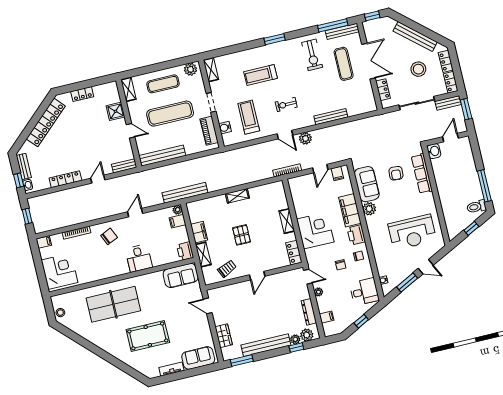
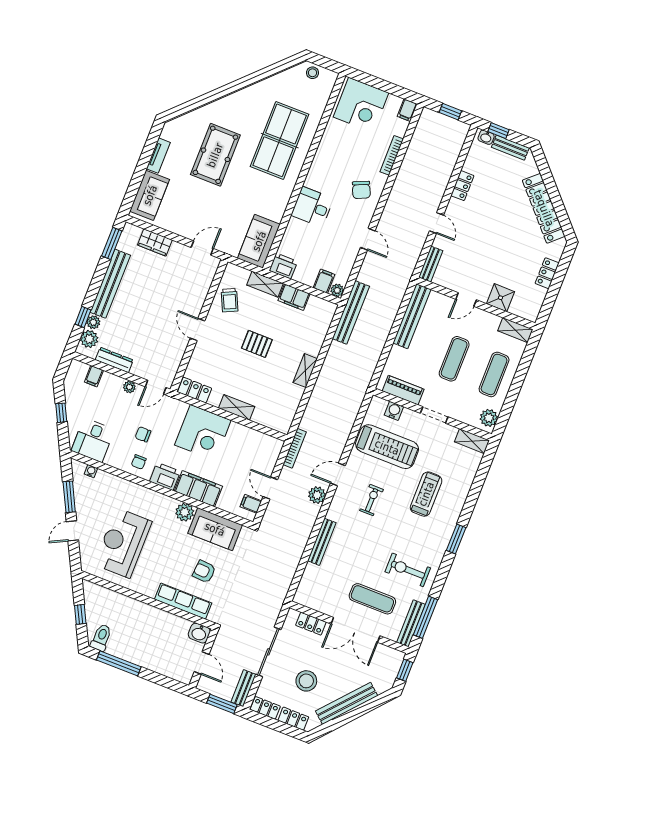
exercise mat: (170, 114) -> (454, 359), width x0.73, depth x0.69
treadmill: (249, 117) -> (387, 447), width x1.37, depth x1.38
locker: (65, 179) -> (462, 186), width x0.66

